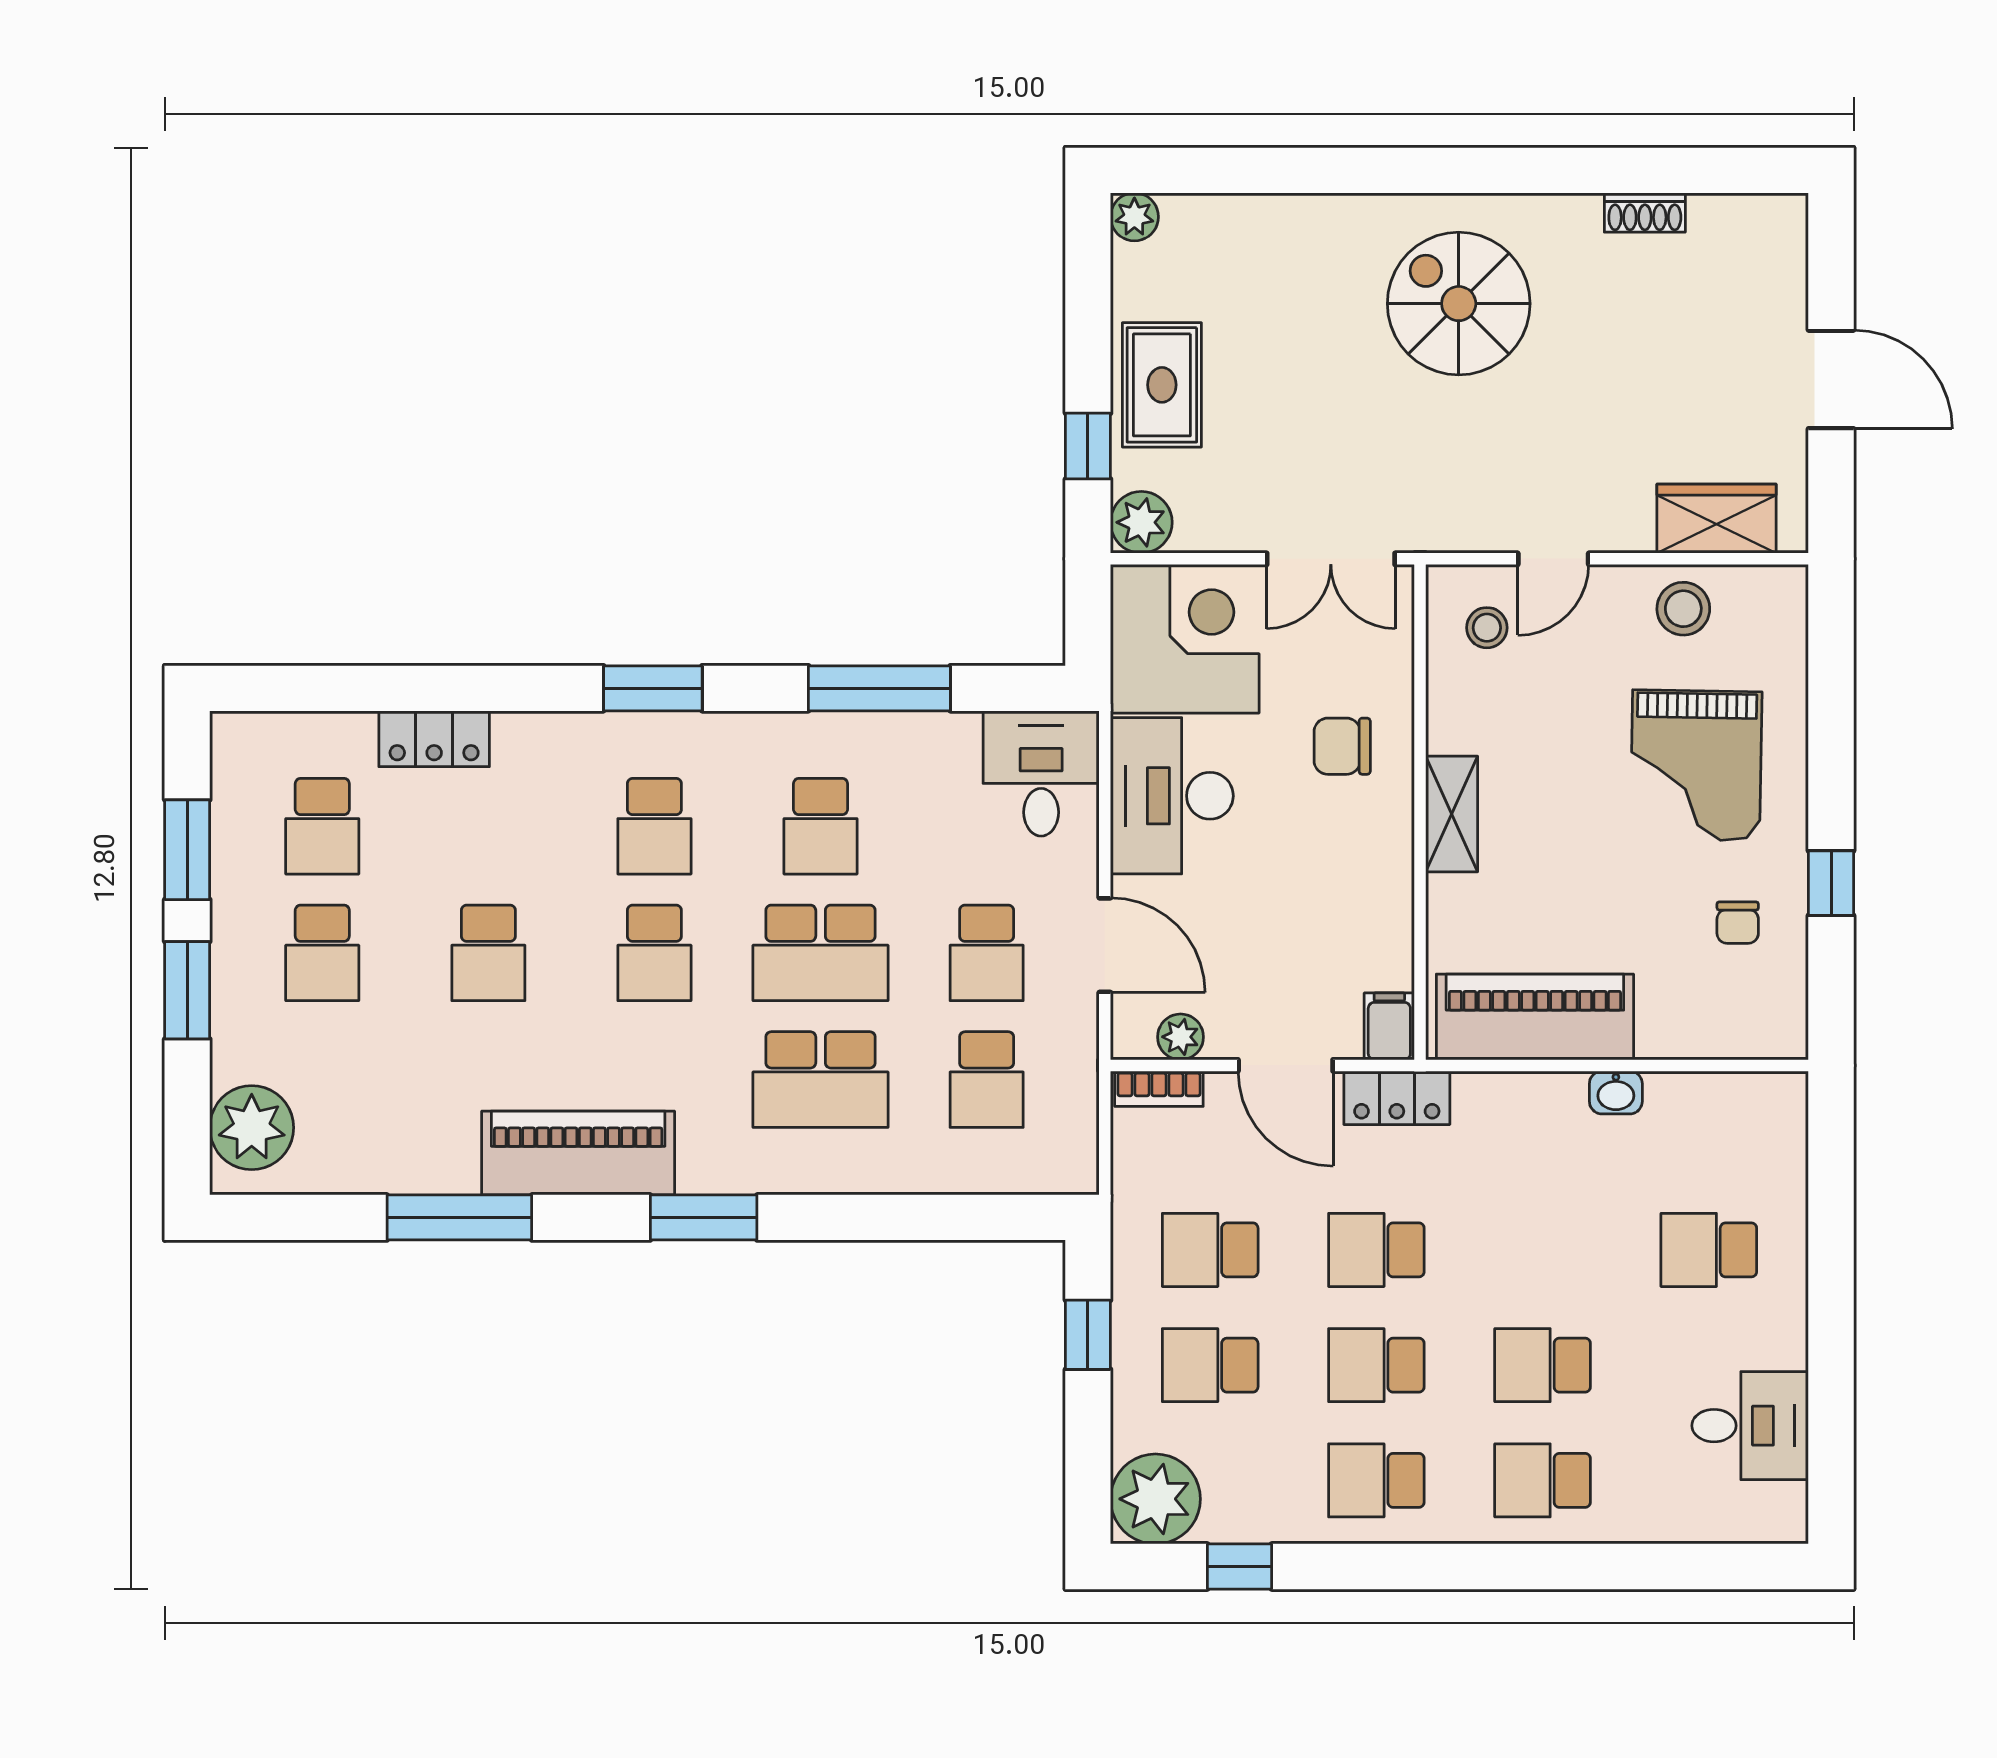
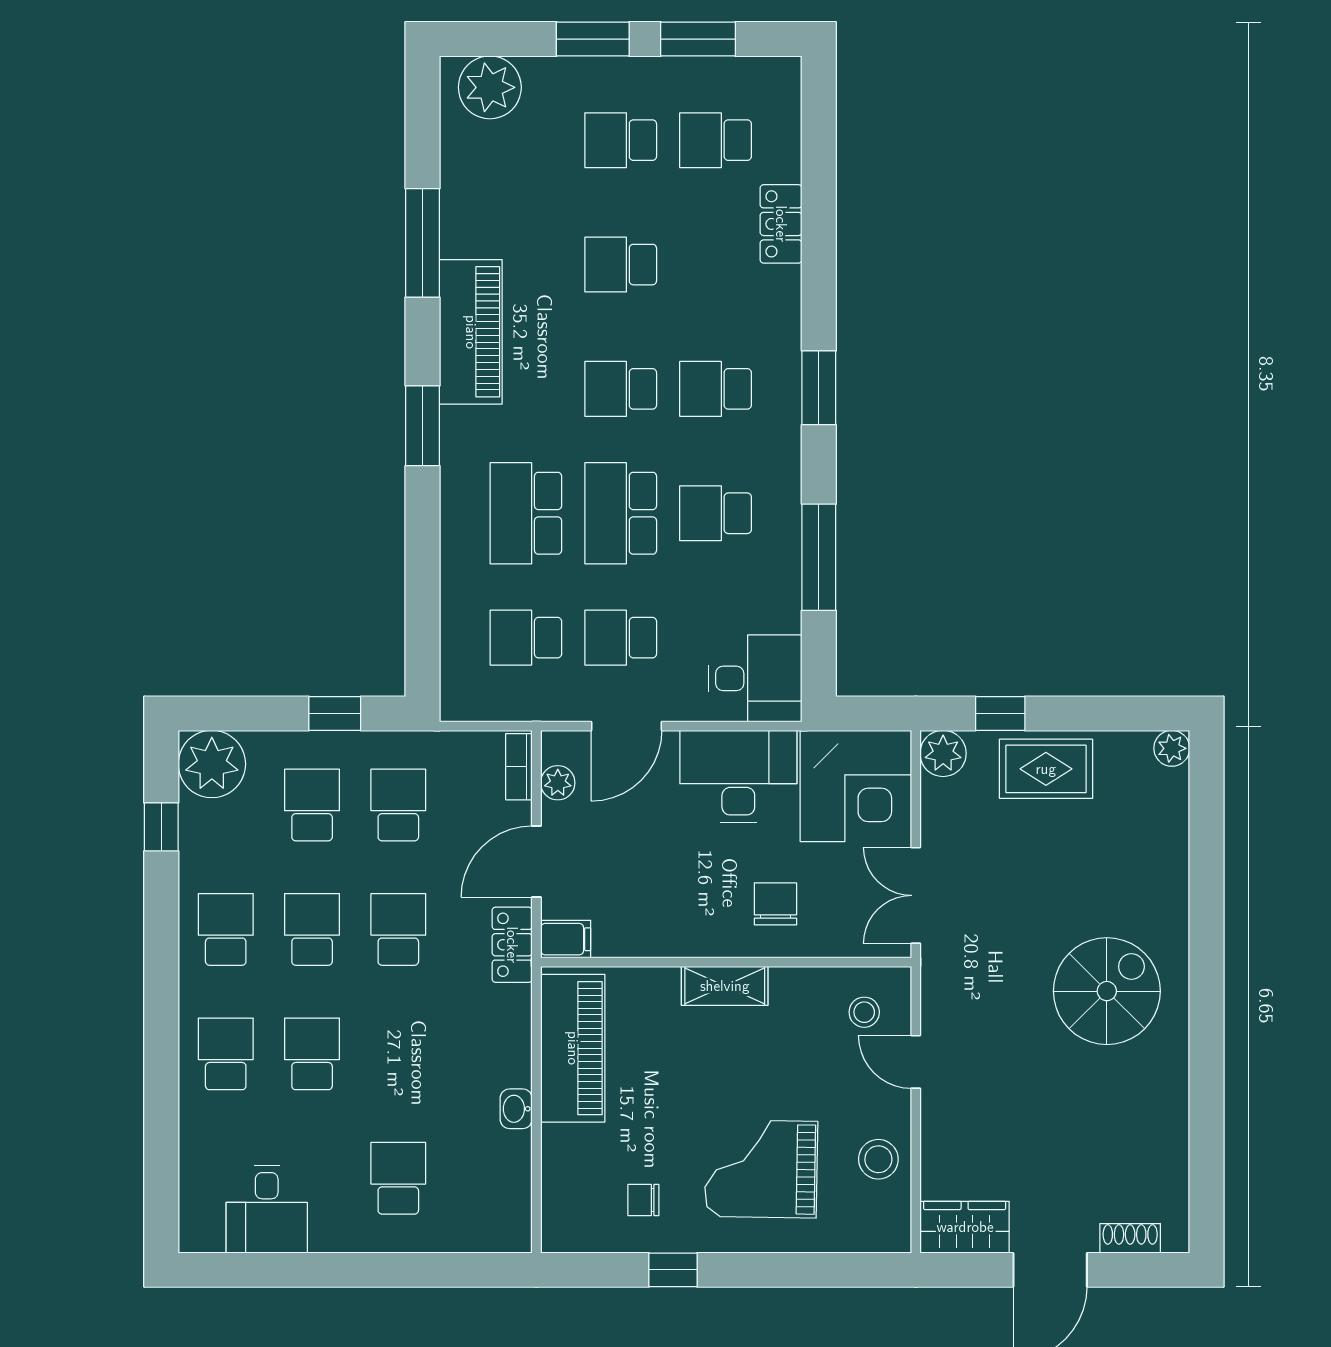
shoe rack: (1645, 213) -> (1130, 1238), moved, turned 90
wardrobe: (1716, 519) -> (965, 1227), moved, turned -90

